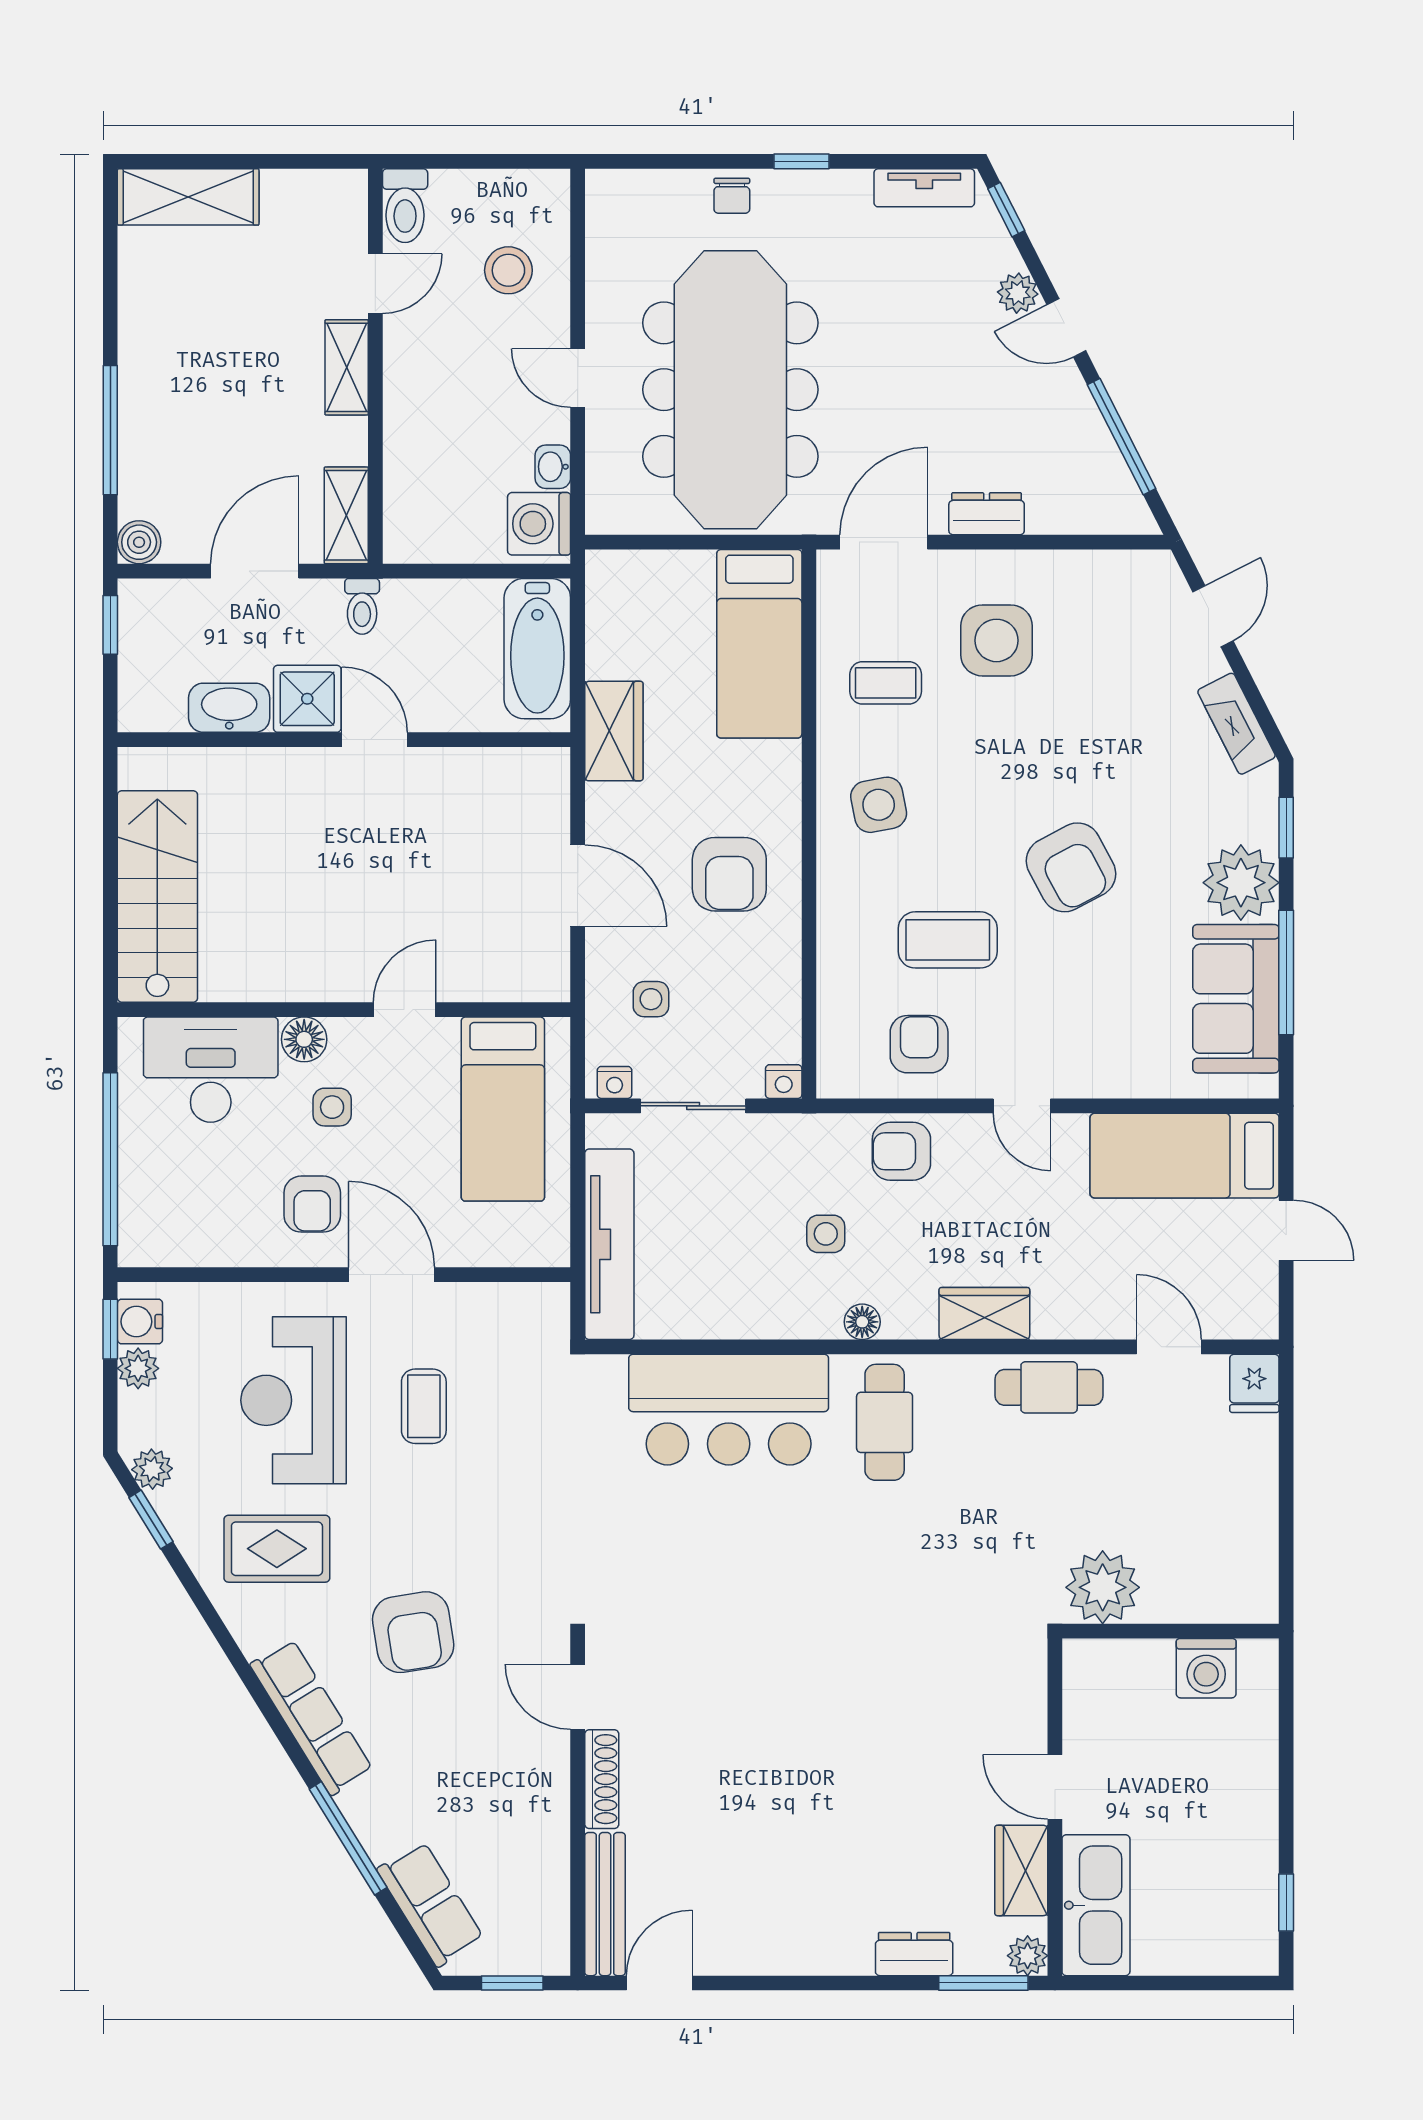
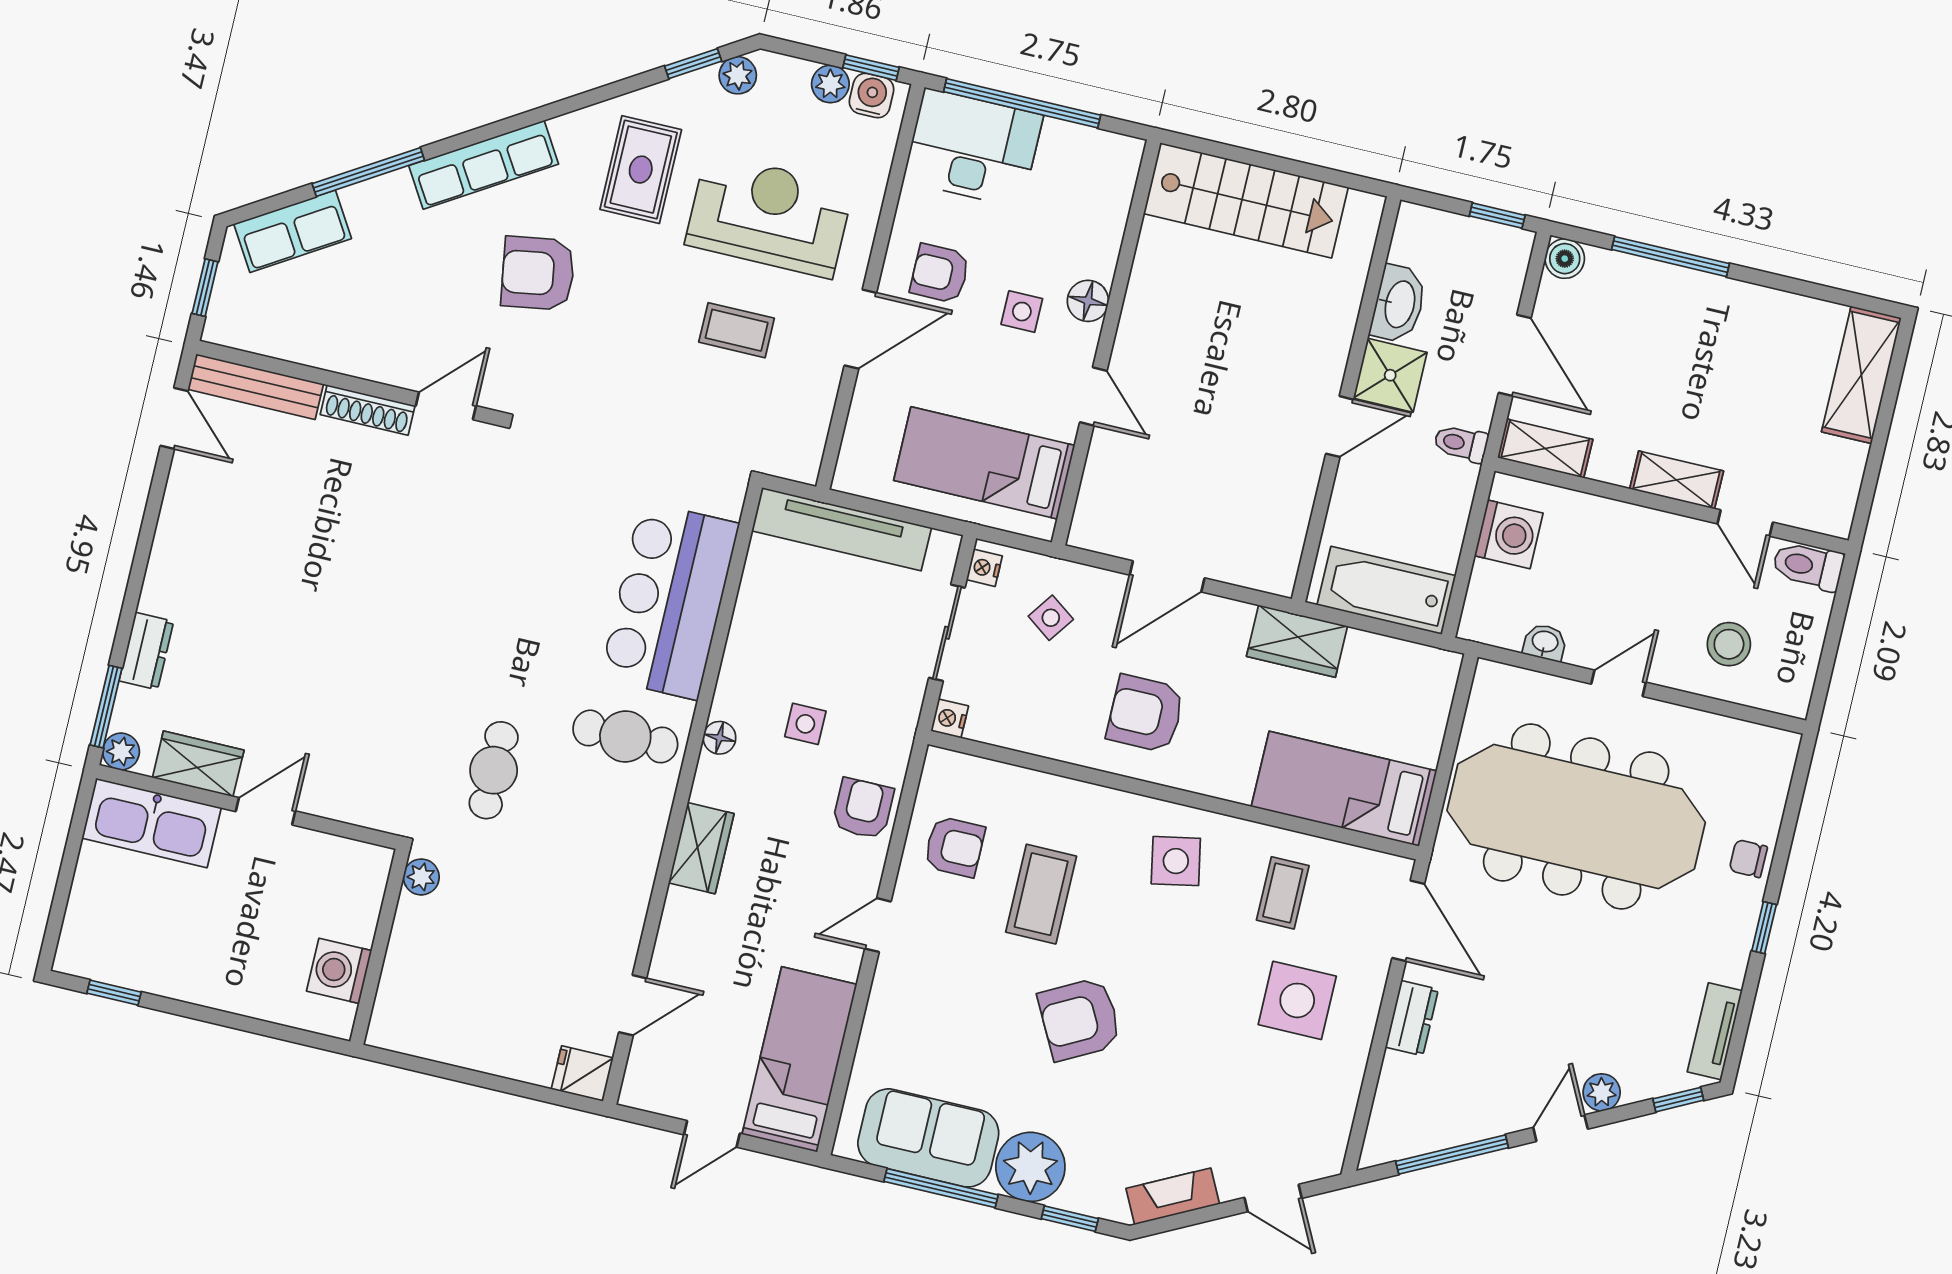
washing machine: (539, 524) -> (1509, 534), moved, turned 90
side table: (651, 999) -> (1051, 618), turned 36
desk: (211, 1070) -> (973, 148), moved, turned -90
cafe table: (1049, 1387) -> (494, 770), moved
plant: (1103, 1587) -> (421, 877), width x0.53, depth x0.53

